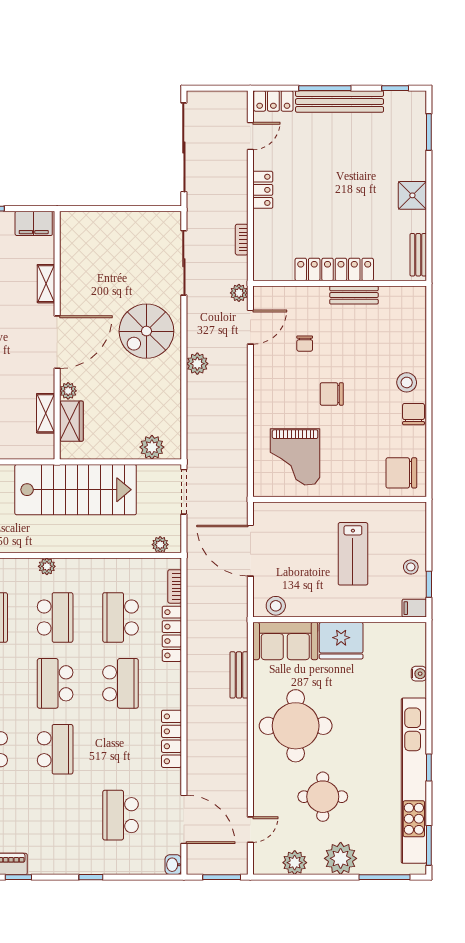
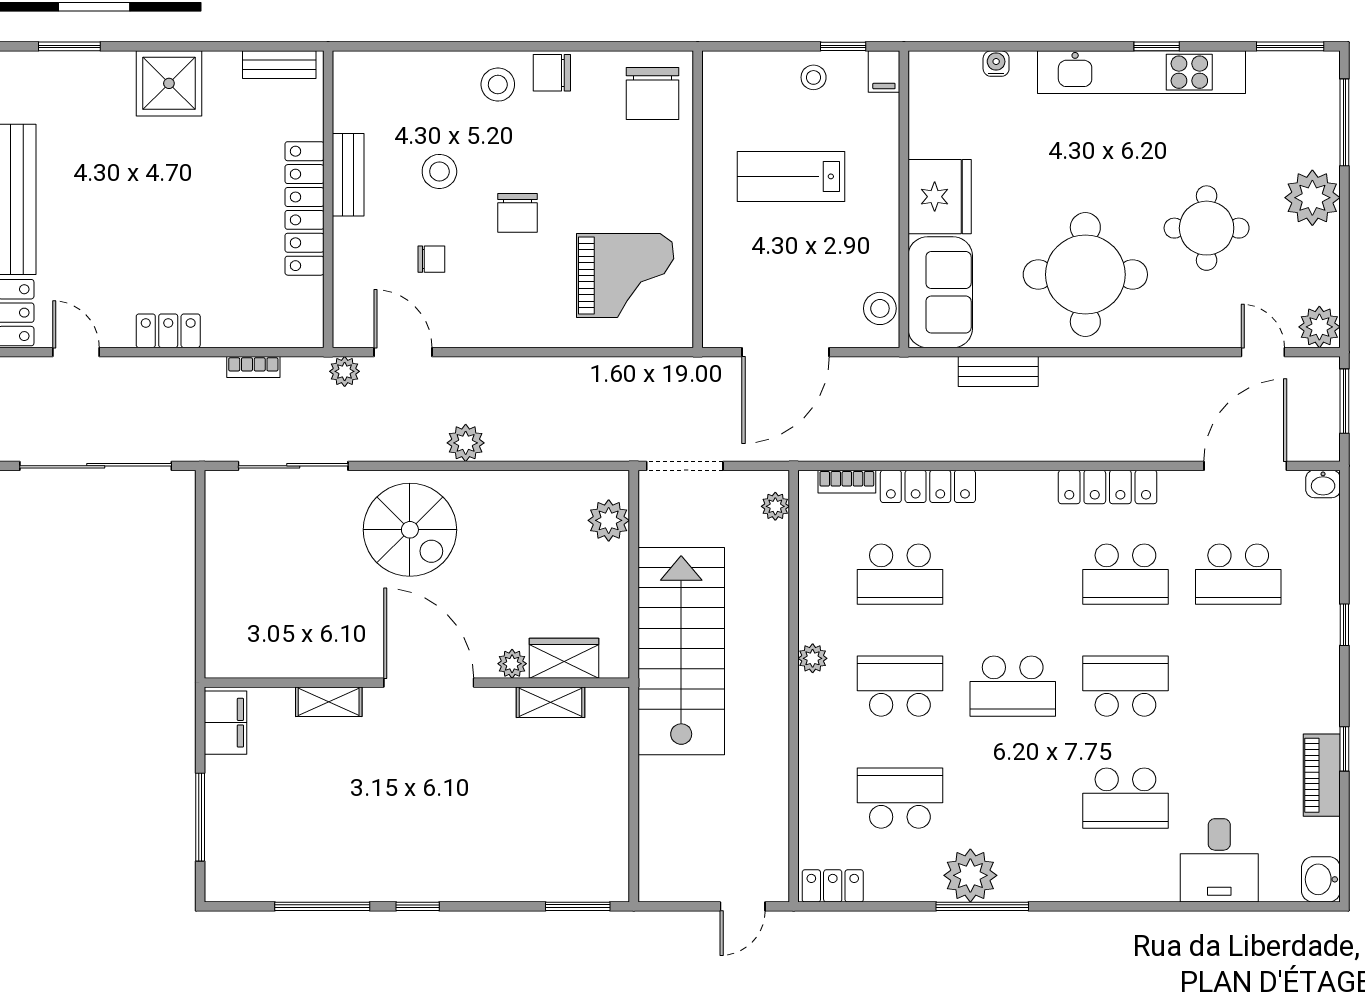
shower: (412, 195) -> (169, 83), width x1.36, depth x1.36
stool: (356, 348) -> (439, 171), added
lab bench: (353, 554) -> (791, 176), turned 180
plant: (47, 566) -> (813, 658), moved
school desk: (121, 683) -> (1125, 574), moved, turned 180
kitchen unit: (414, 781) -> (1142, 72), width x0.73
plant: (295, 863) -> (1319, 327), moved

